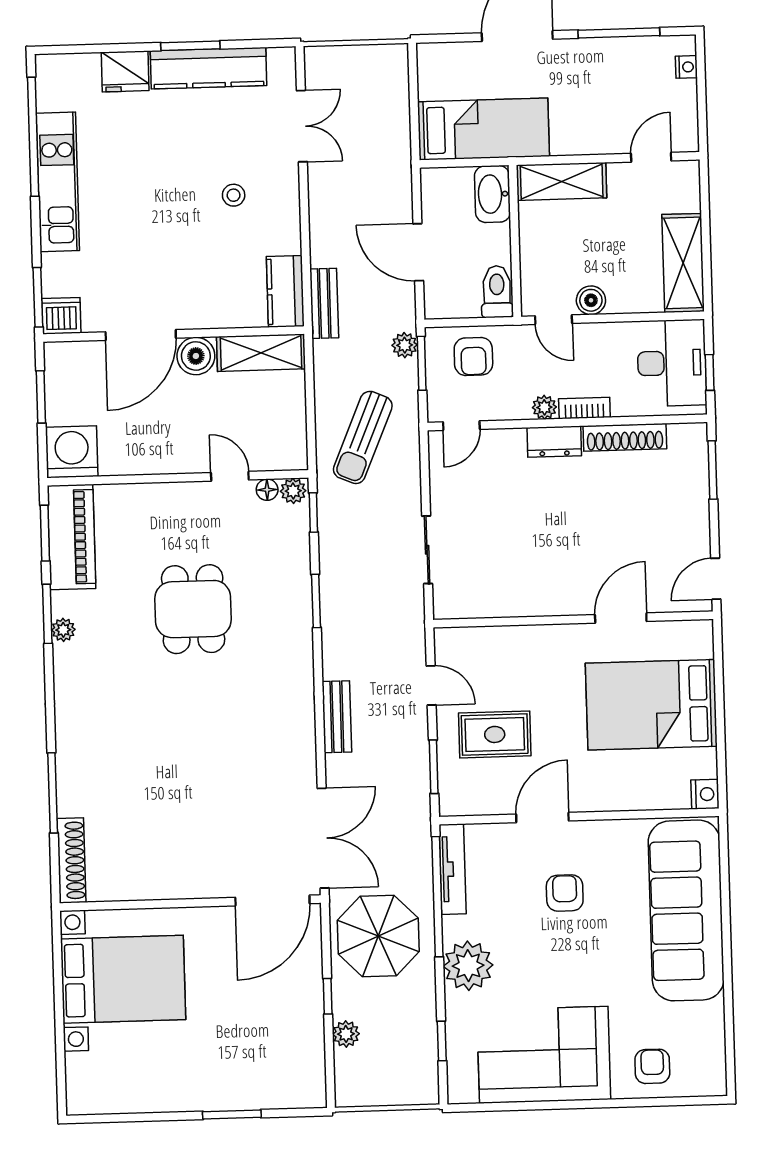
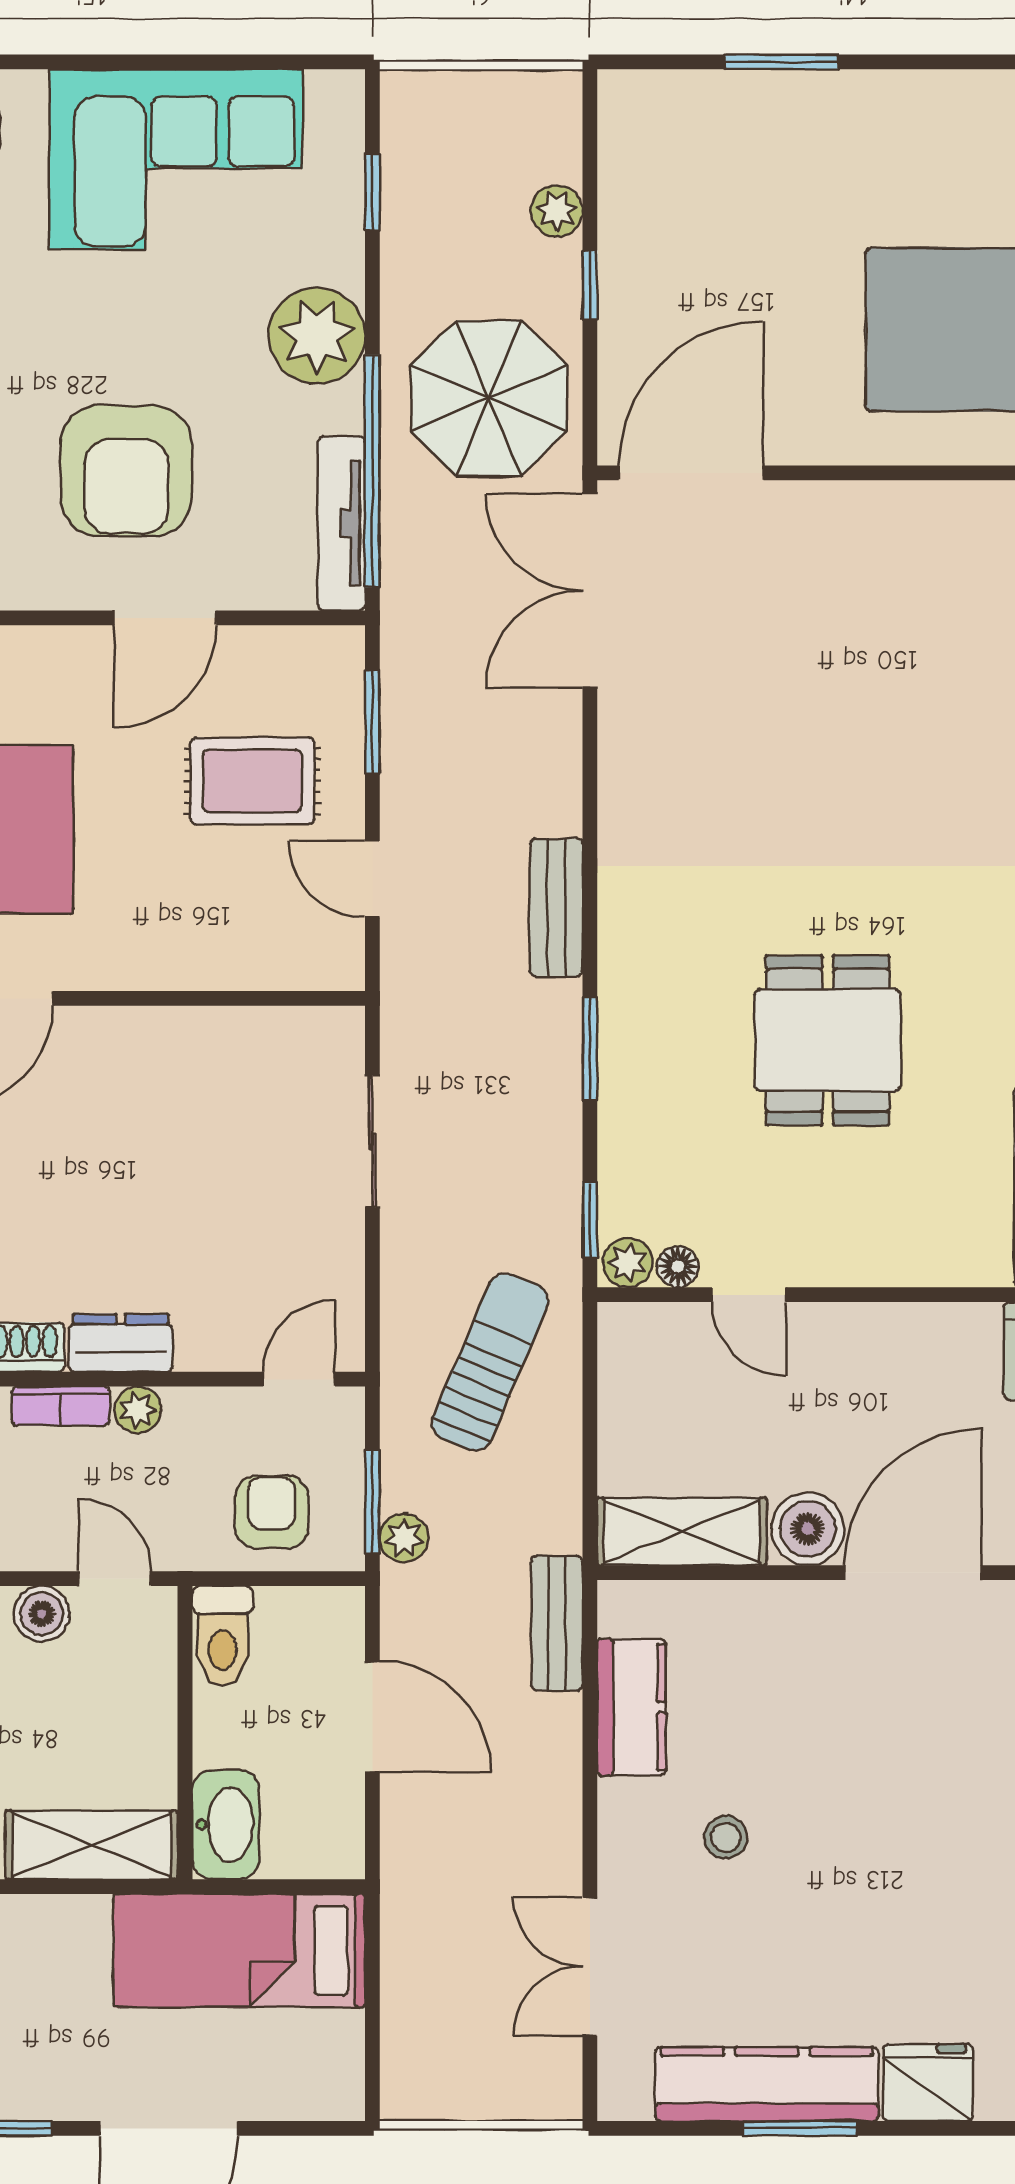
kitchen counter: (285, 291) -> (631, 1707), moved
bench: (337, 717) -> (556, 907), moved
armchair: (565, 893) -> (126, 471), width x1.88, depth x1.88

